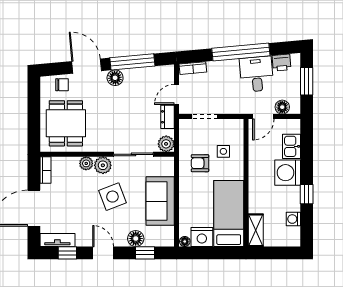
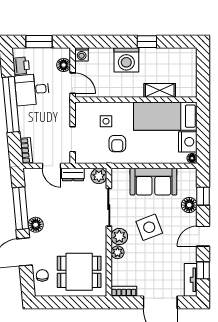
kitchen sink: (291, 146) -> (101, 56), removed
washing machine: (293, 219) -> (82, 54), moved
shelving: (256, 230) -> (160, 90), moved

